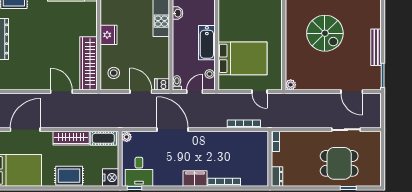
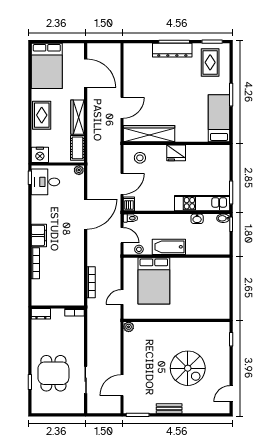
spiral stairs: (325, 33) -> (188, 368), moved, turned -90
bench: (376, 47) -> (169, 408), width x0.73

